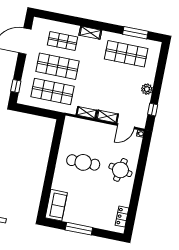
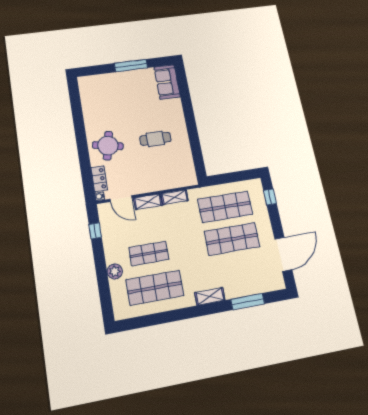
window: (135, 33) -> (248, 302), moved
shop shelf: (63, 41) -> (149, 253), moved
plant: (147, 89) -> (115, 271), moved
door: (126, 126) -> (121, 199), swing flipped
cafe table: (83, 162) -> (155, 139), width x0.73, depth x0.74
locker: (122, 217) -> (99, 179), moved

